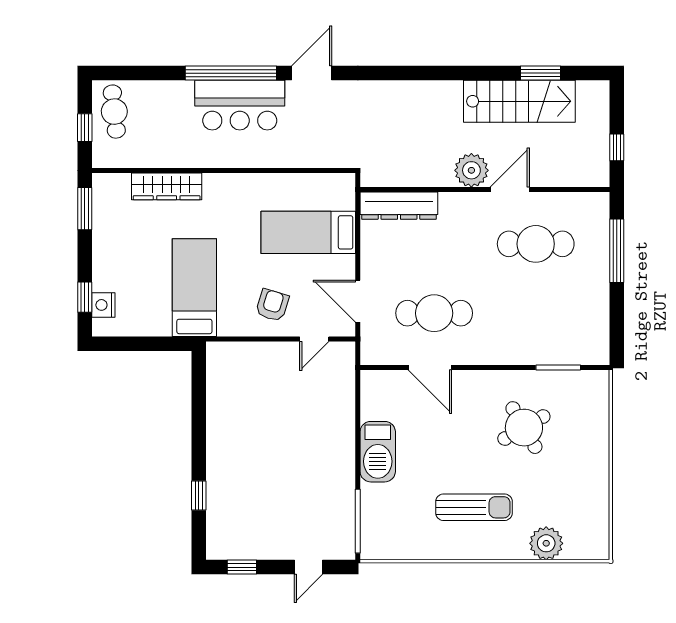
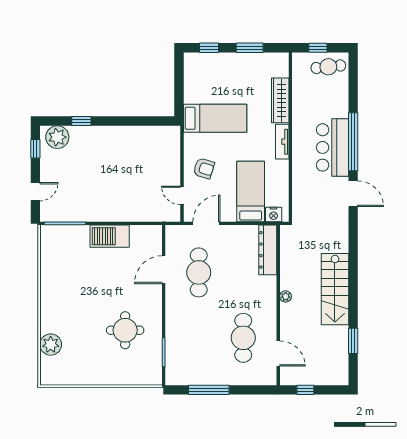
stairs: (519, 101) -> (335, 289), moved
plant: (471, 170) -> (286, 296), width x0.53, depth x0.53
tv unit: (231, 183) -> (282, 142), added
door: (510, 189) -> (278, 353), moved
window: (85, 209) -> (250, 48), moved
window: (617, 251) -> (209, 390), moved
nightstand: (103, 305) -> (274, 215), moved, turned 180
round table: (524, 428) -> (125, 330), turned 30
sun lounger: (474, 507) -> (74, 298), removed
plant: (224, 533) -> (57, 137), added
door: (309, 567) -> (35, 192), swing flipped

